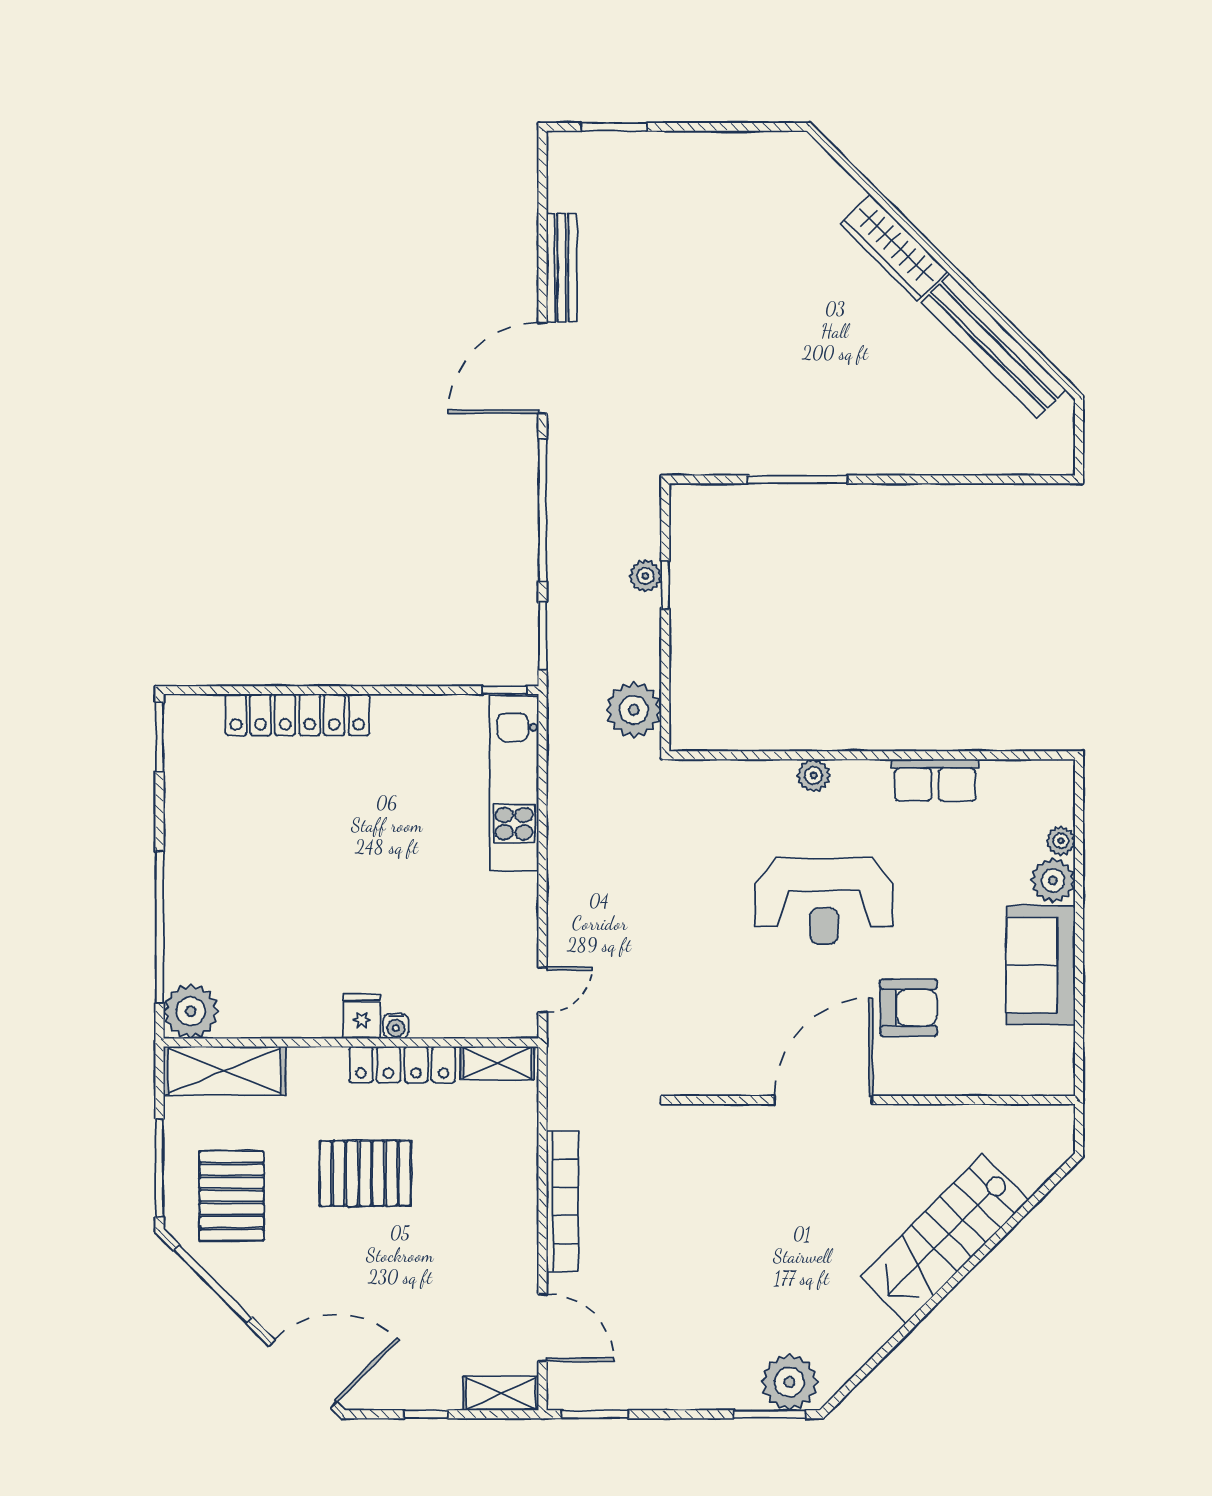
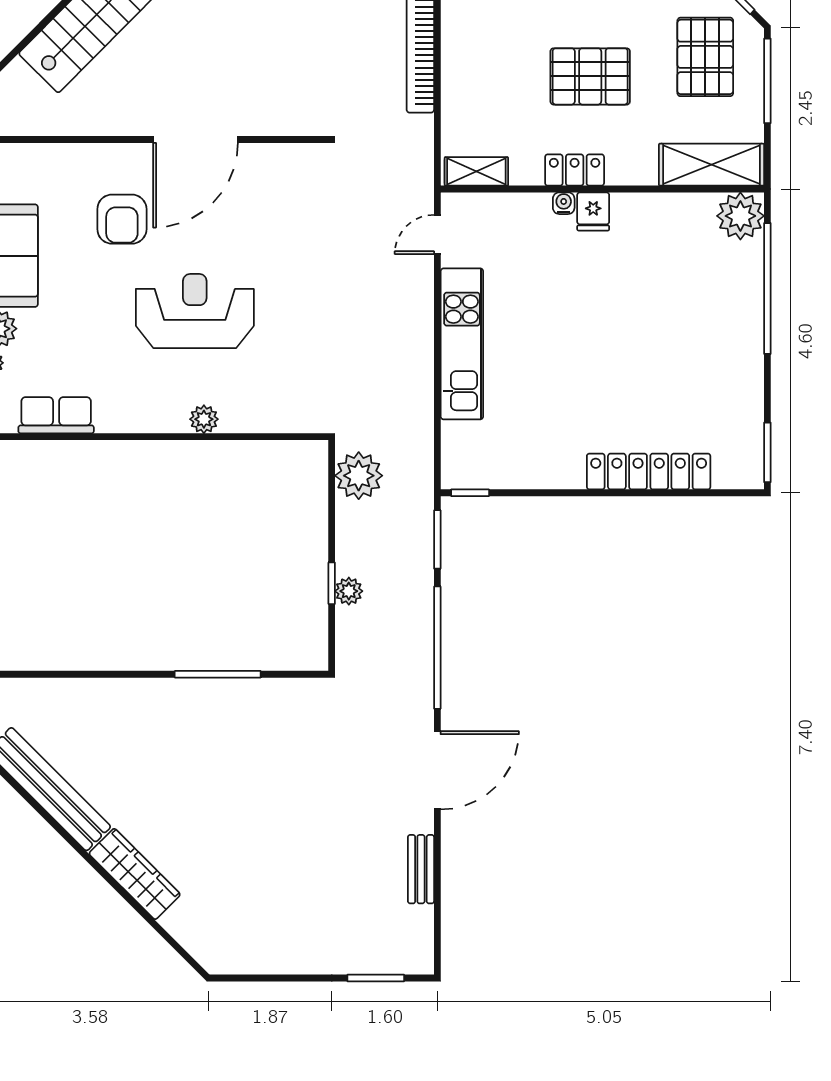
bench: (562, 268) -> (421, 869), width x0.73
row of seats: (935, 780) -> (56, 415), moved
kitchen unit: (514, 783) -> (462, 344), moved
armchair: (909, 1008) -> (122, 219), turned -90
locker: (402, 1065) -> (575, 170), width x0.66

